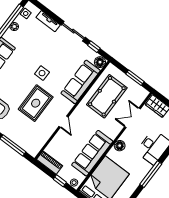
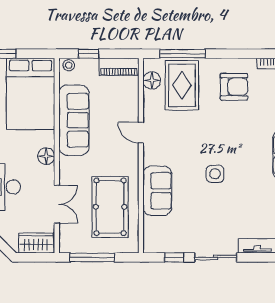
floor lamp: (100, 62) -> (152, 80), moved
window: (135, 78) -> (92, 257), width x1.44
sofa: (81, 82) -> (157, 191), width x0.73
rug: (36, 103) -> (182, 85), moved

